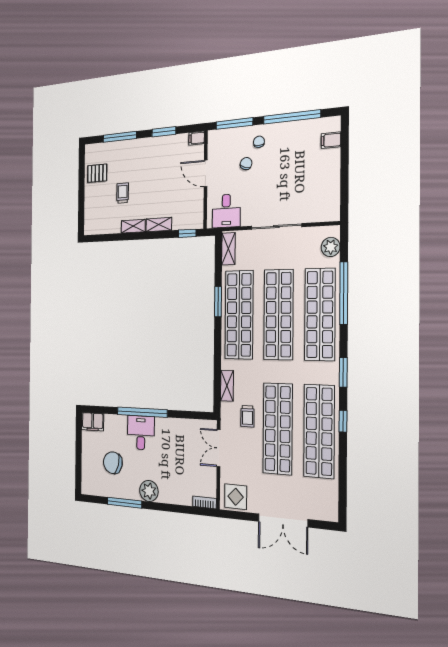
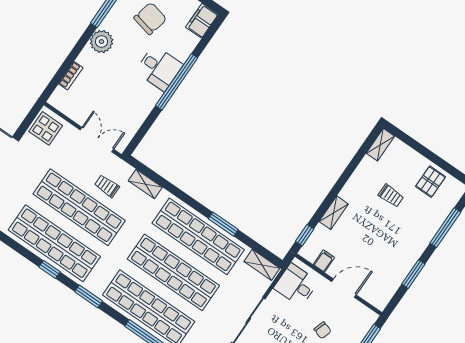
filing cabinet: (197, 138) -> (324, 261), moved
shelving: (133, 226) -> (380, 145), moved
bookcase: (204, 502) -> (71, 76), moved

